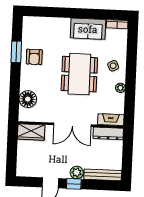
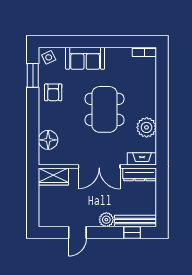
sofa: (88, 29) -> (85, 58), moved
window: (16, 52) -> (33, 75), moved
side table: (113, 66) -> (49, 57), moved
plant: (120, 88) -> (147, 127), width x1.88, depth x1.88
window: (74, 184) -> (132, 232), moved

